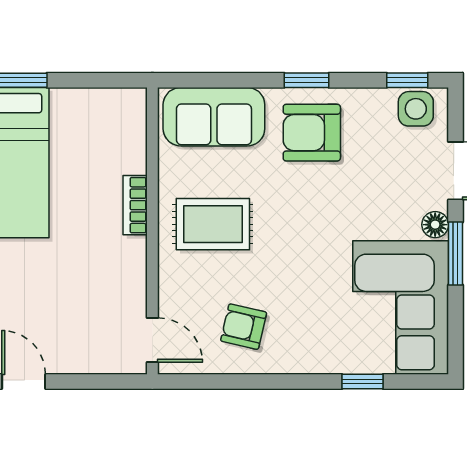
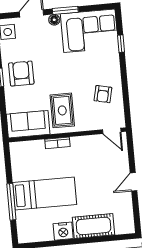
sofa: (214, 117) -> (28, 124), moved, turned -90
armchair: (312, 133) -> (21, 74), turned 180
door: (152, 340) -> (112, 131), swing flipped

